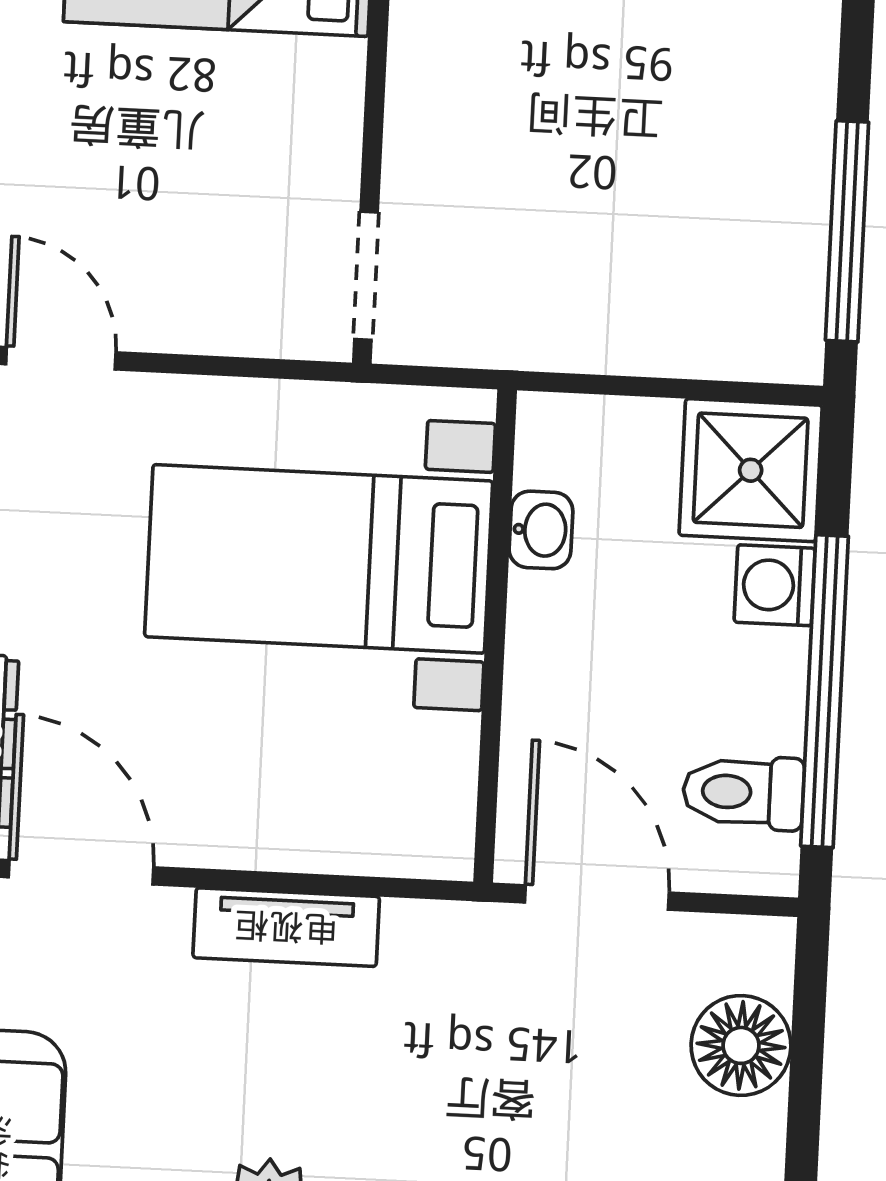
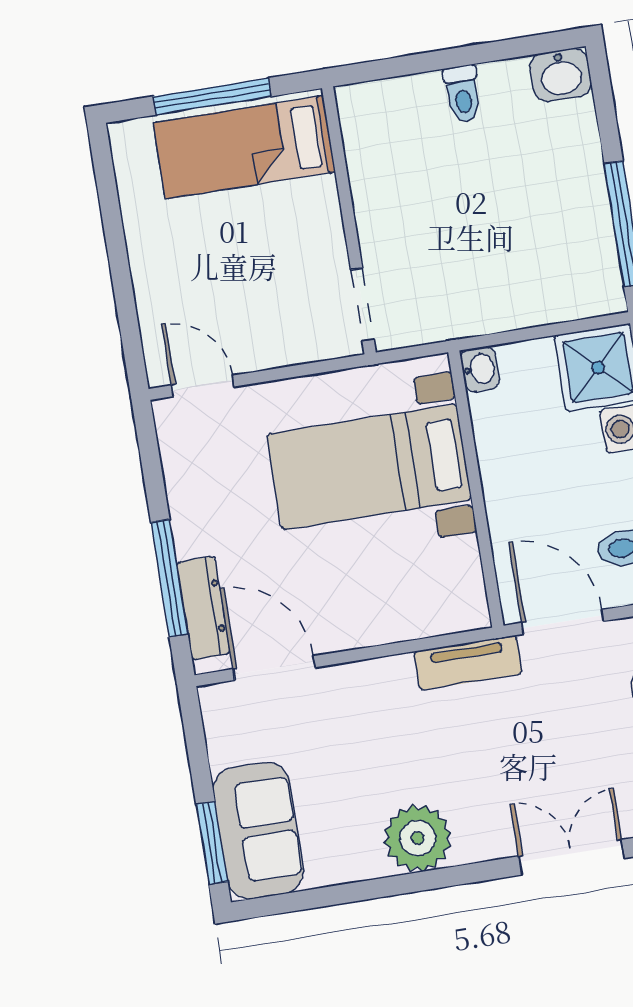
washbasin: (541, 530) -> (480, 369), moved
tv unit: (286, 927) -> (468, 663), moved

